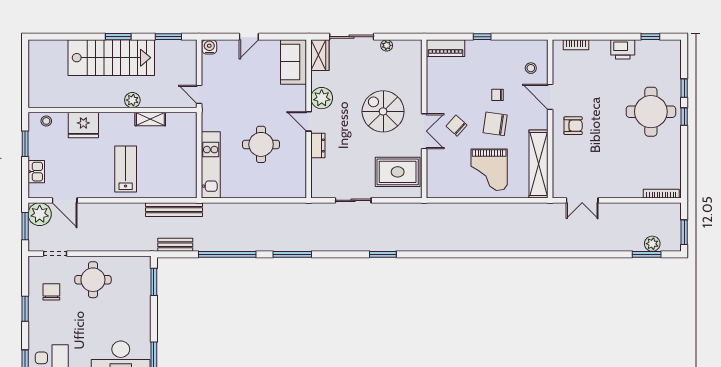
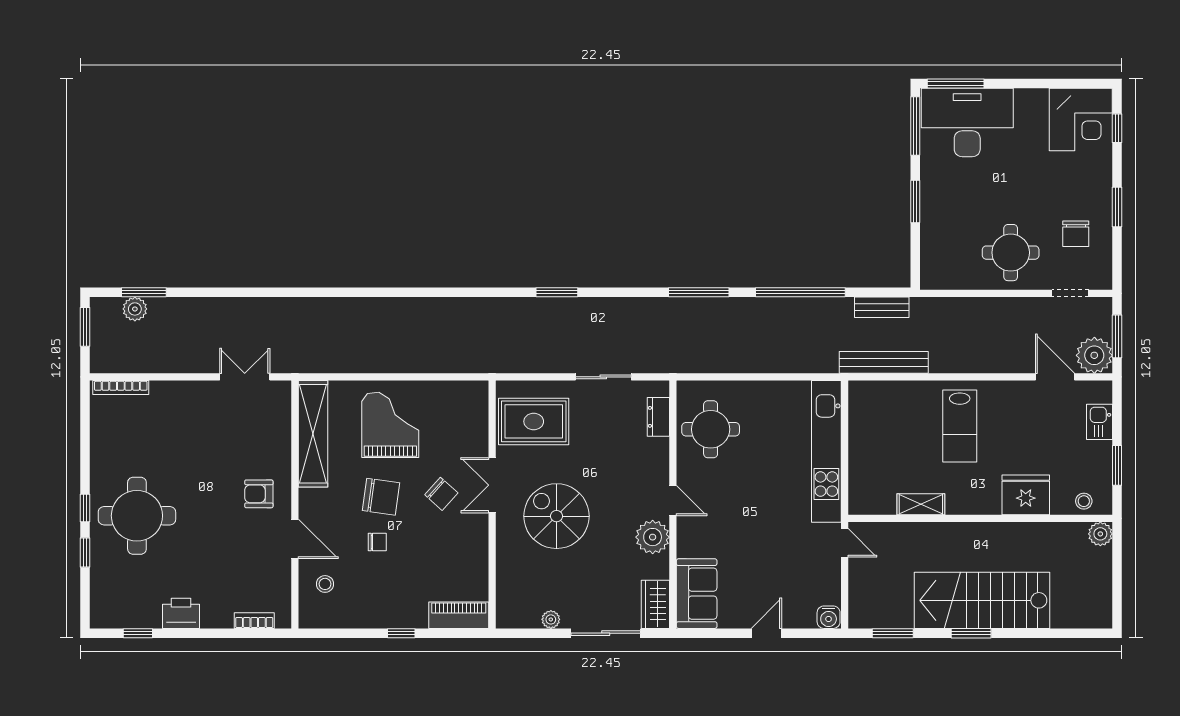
plant: (132, 100) -> (1100, 534), moved
spiral stairs: (383, 111) -> (556, 516), turned 180
round table: (261, 144) -> (711, 429), moved
dresser: (318, 145) -> (658, 417), moved
kitchen unit: (211, 165) -> (826, 451), width x1.36
window: (154, 282) -> (915, 201), moved

